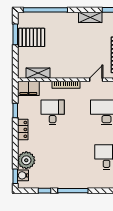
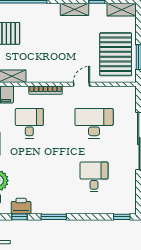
printer: (46, 182) -> (21, 206), added
window: (73, 191) -> (54, 217), width x0.69

